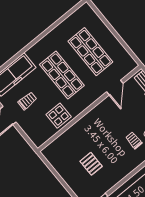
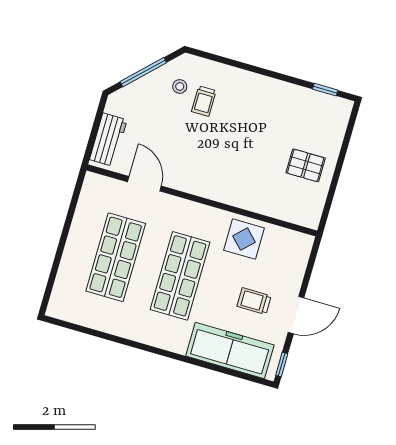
door: (115, 88) -> (144, 184), hinge flipped
pallet: (91, 164) -> (306, 165), moved, turned 90

